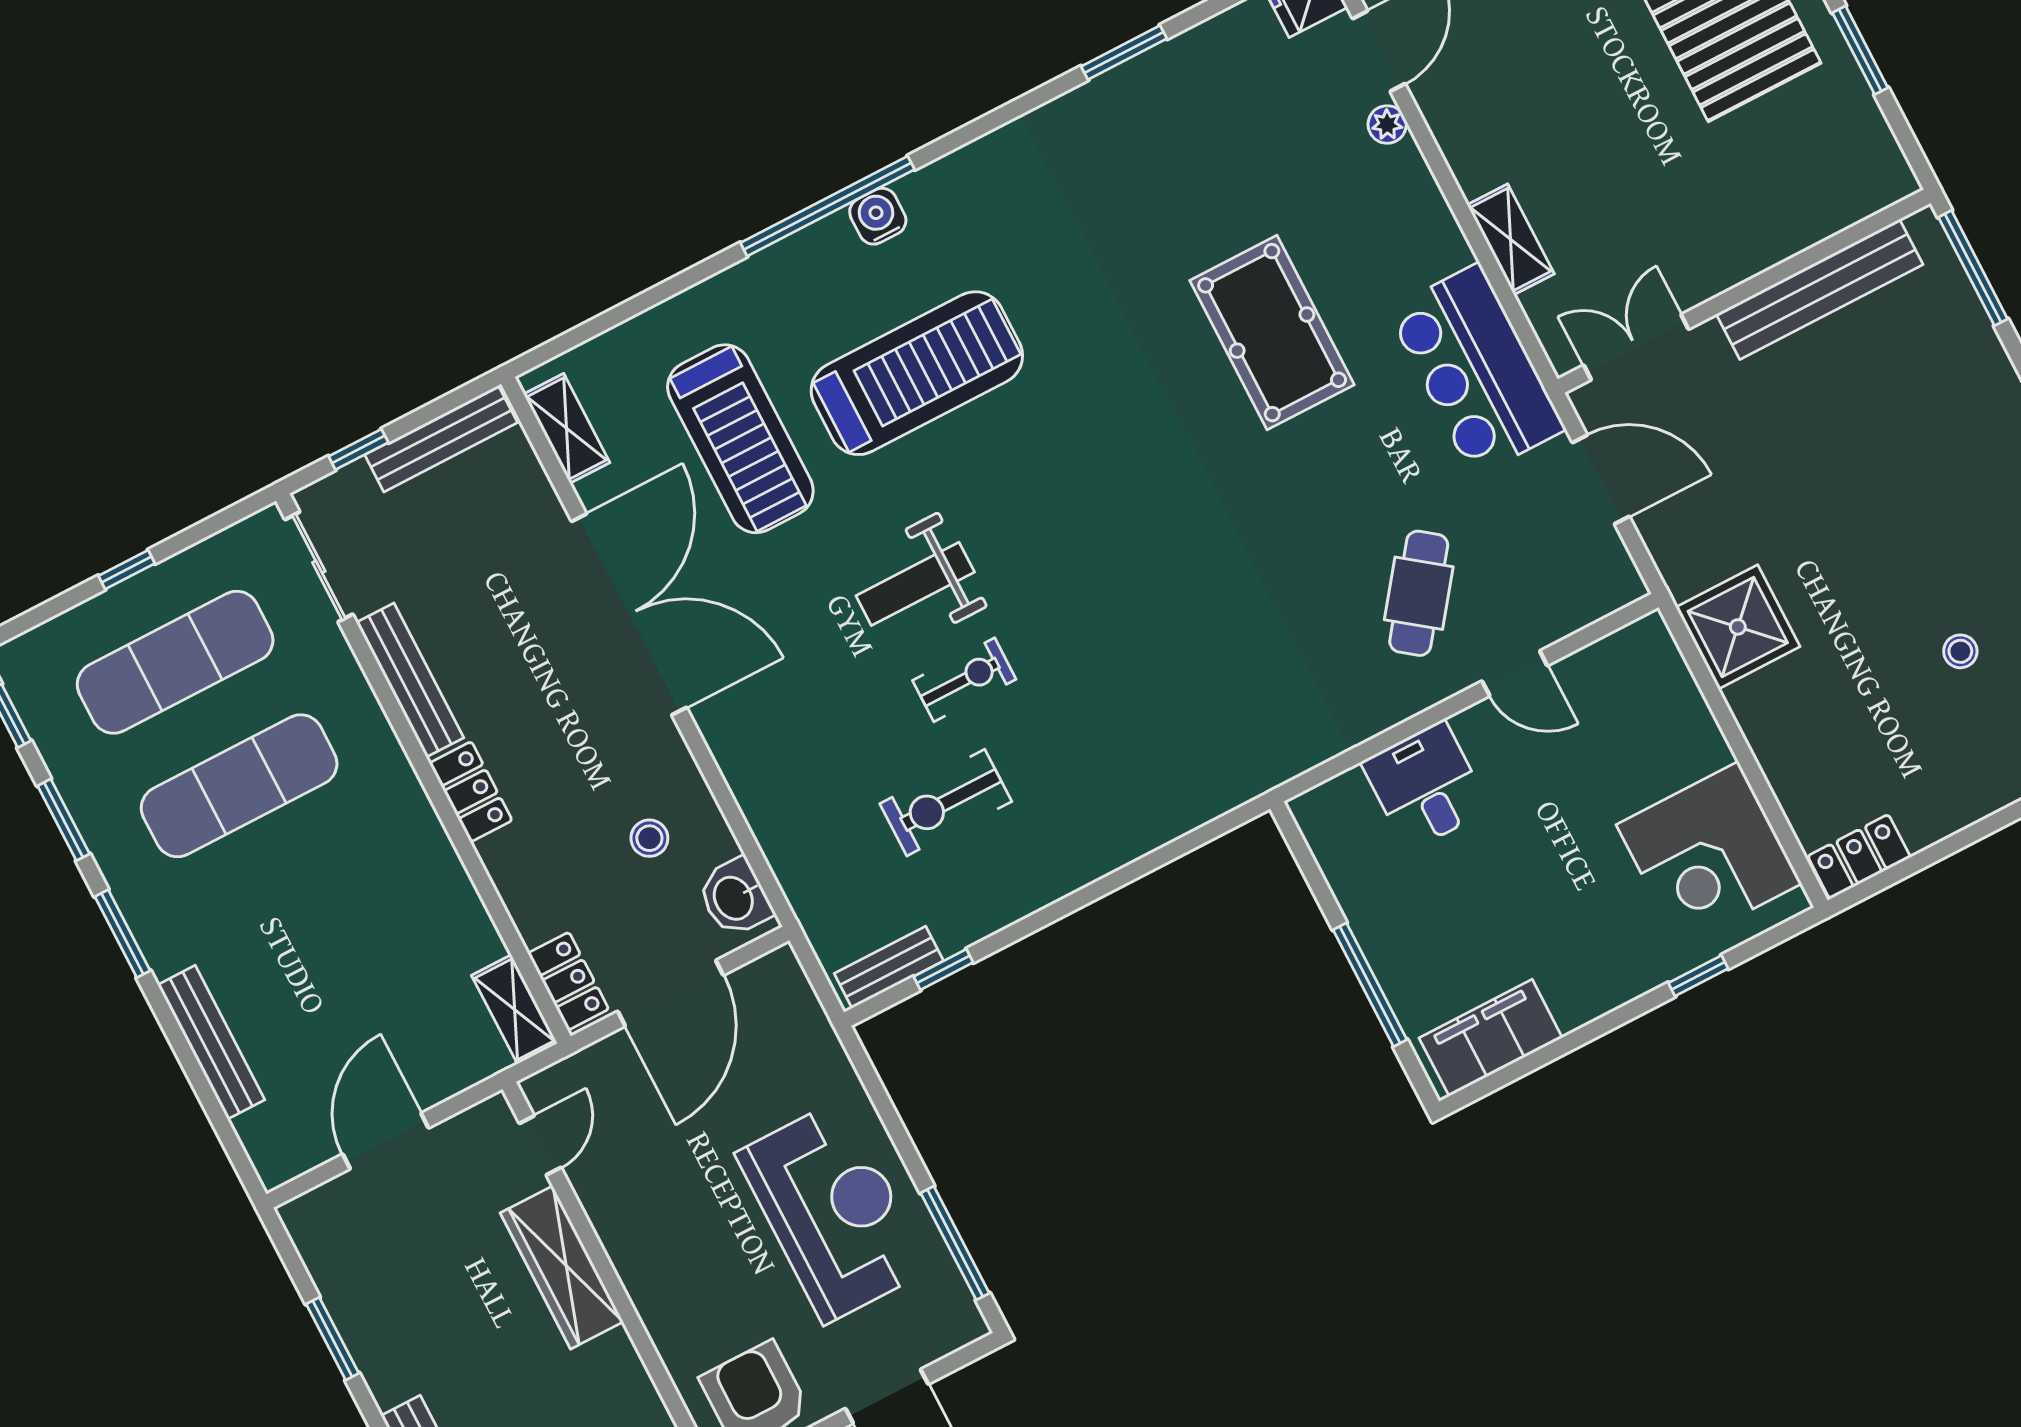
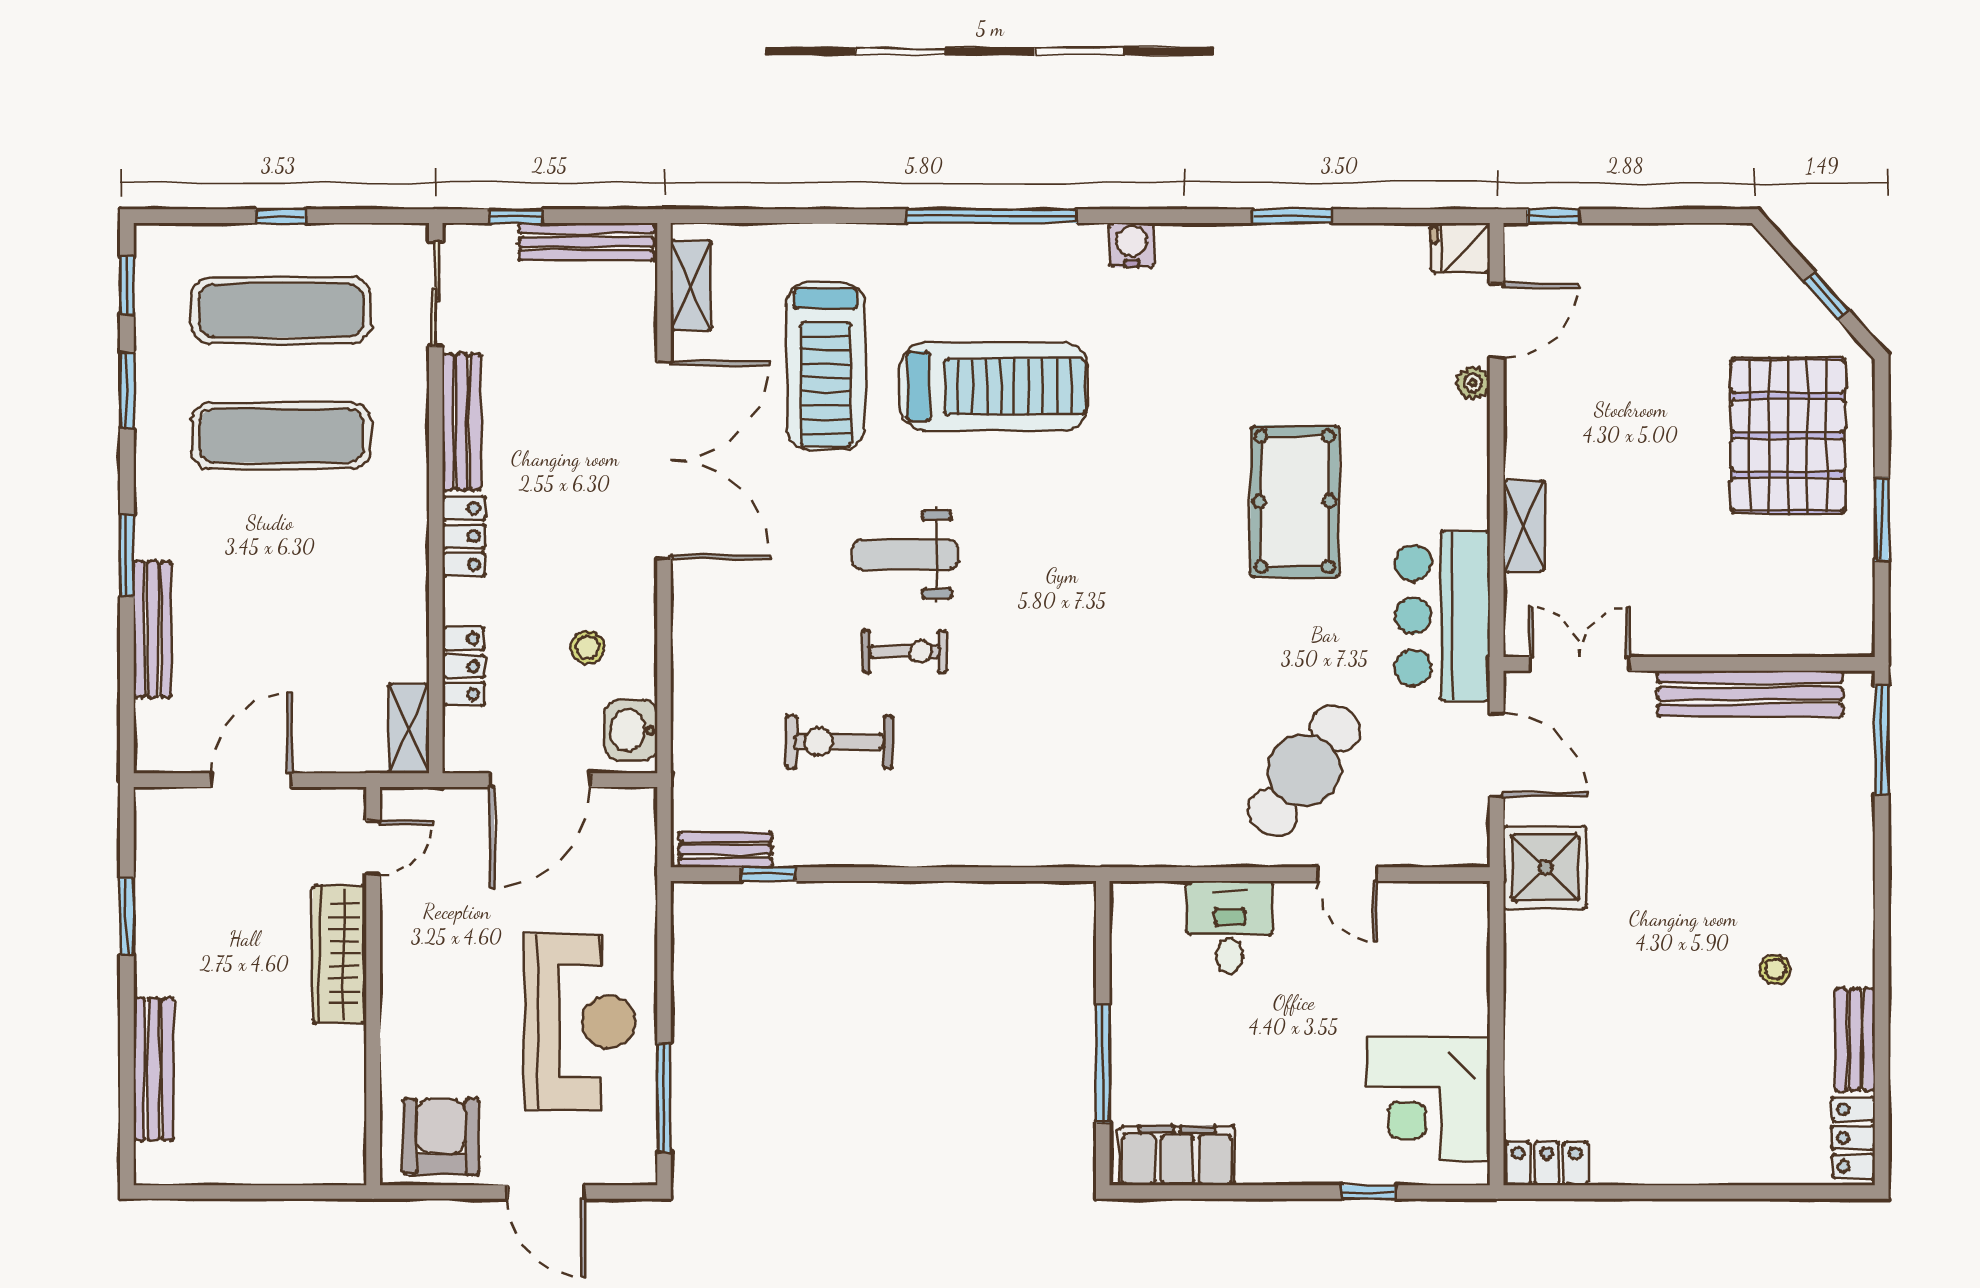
water cooler: (878, 216) -> (1132, 245), moved
cafe table: (1419, 593) -> (1304, 770), width x1.37, depth x1.35
shower: (1738, 627) -> (1545, 867), moved
stool: (1960, 651) -> (1775, 969), moved
window: (122, 934) -> (127, 555), moved
locker: (568, 981) -> (463, 666), moved

